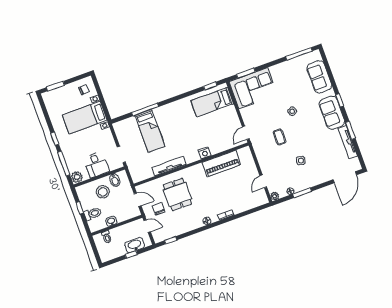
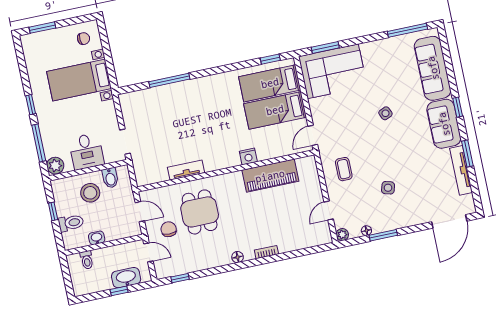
sofa: (319, 77) -> (433, 68), width x1.36
bed: (150, 131) -> (275, 110), moved, turned 90
coffee table: (280, 137) -> (344, 169), moved
tv unit: (169, 166) -> (186, 170), width x0.71

